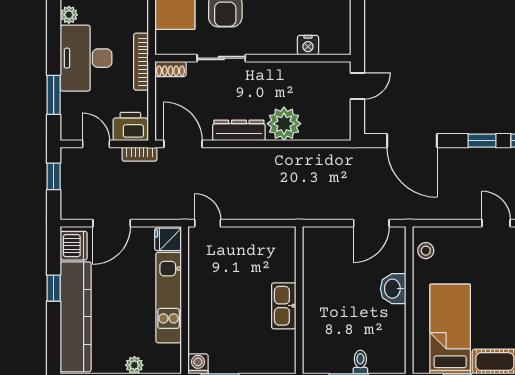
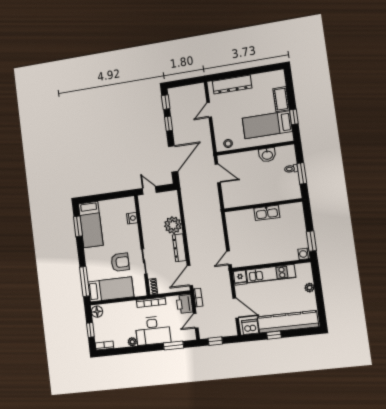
washbasin: (393, 289) -> (267, 155), moved

